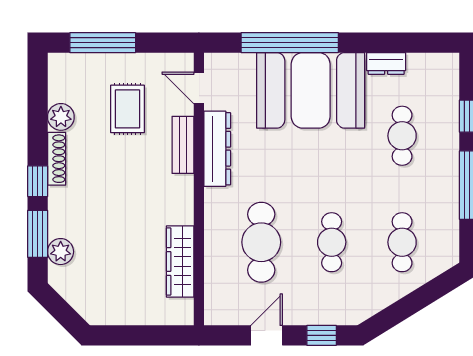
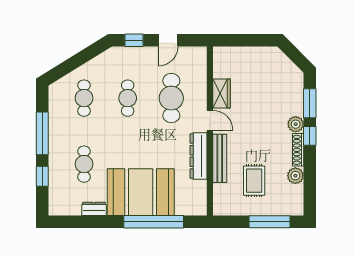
door: (199, 88) -> (210, 120), moved
bench: (183, 145) -> (220, 158), width x1.36
plant: (61, 252) -> (296, 124), moved
wardrobe: (180, 261) -> (222, 93), width x0.67

